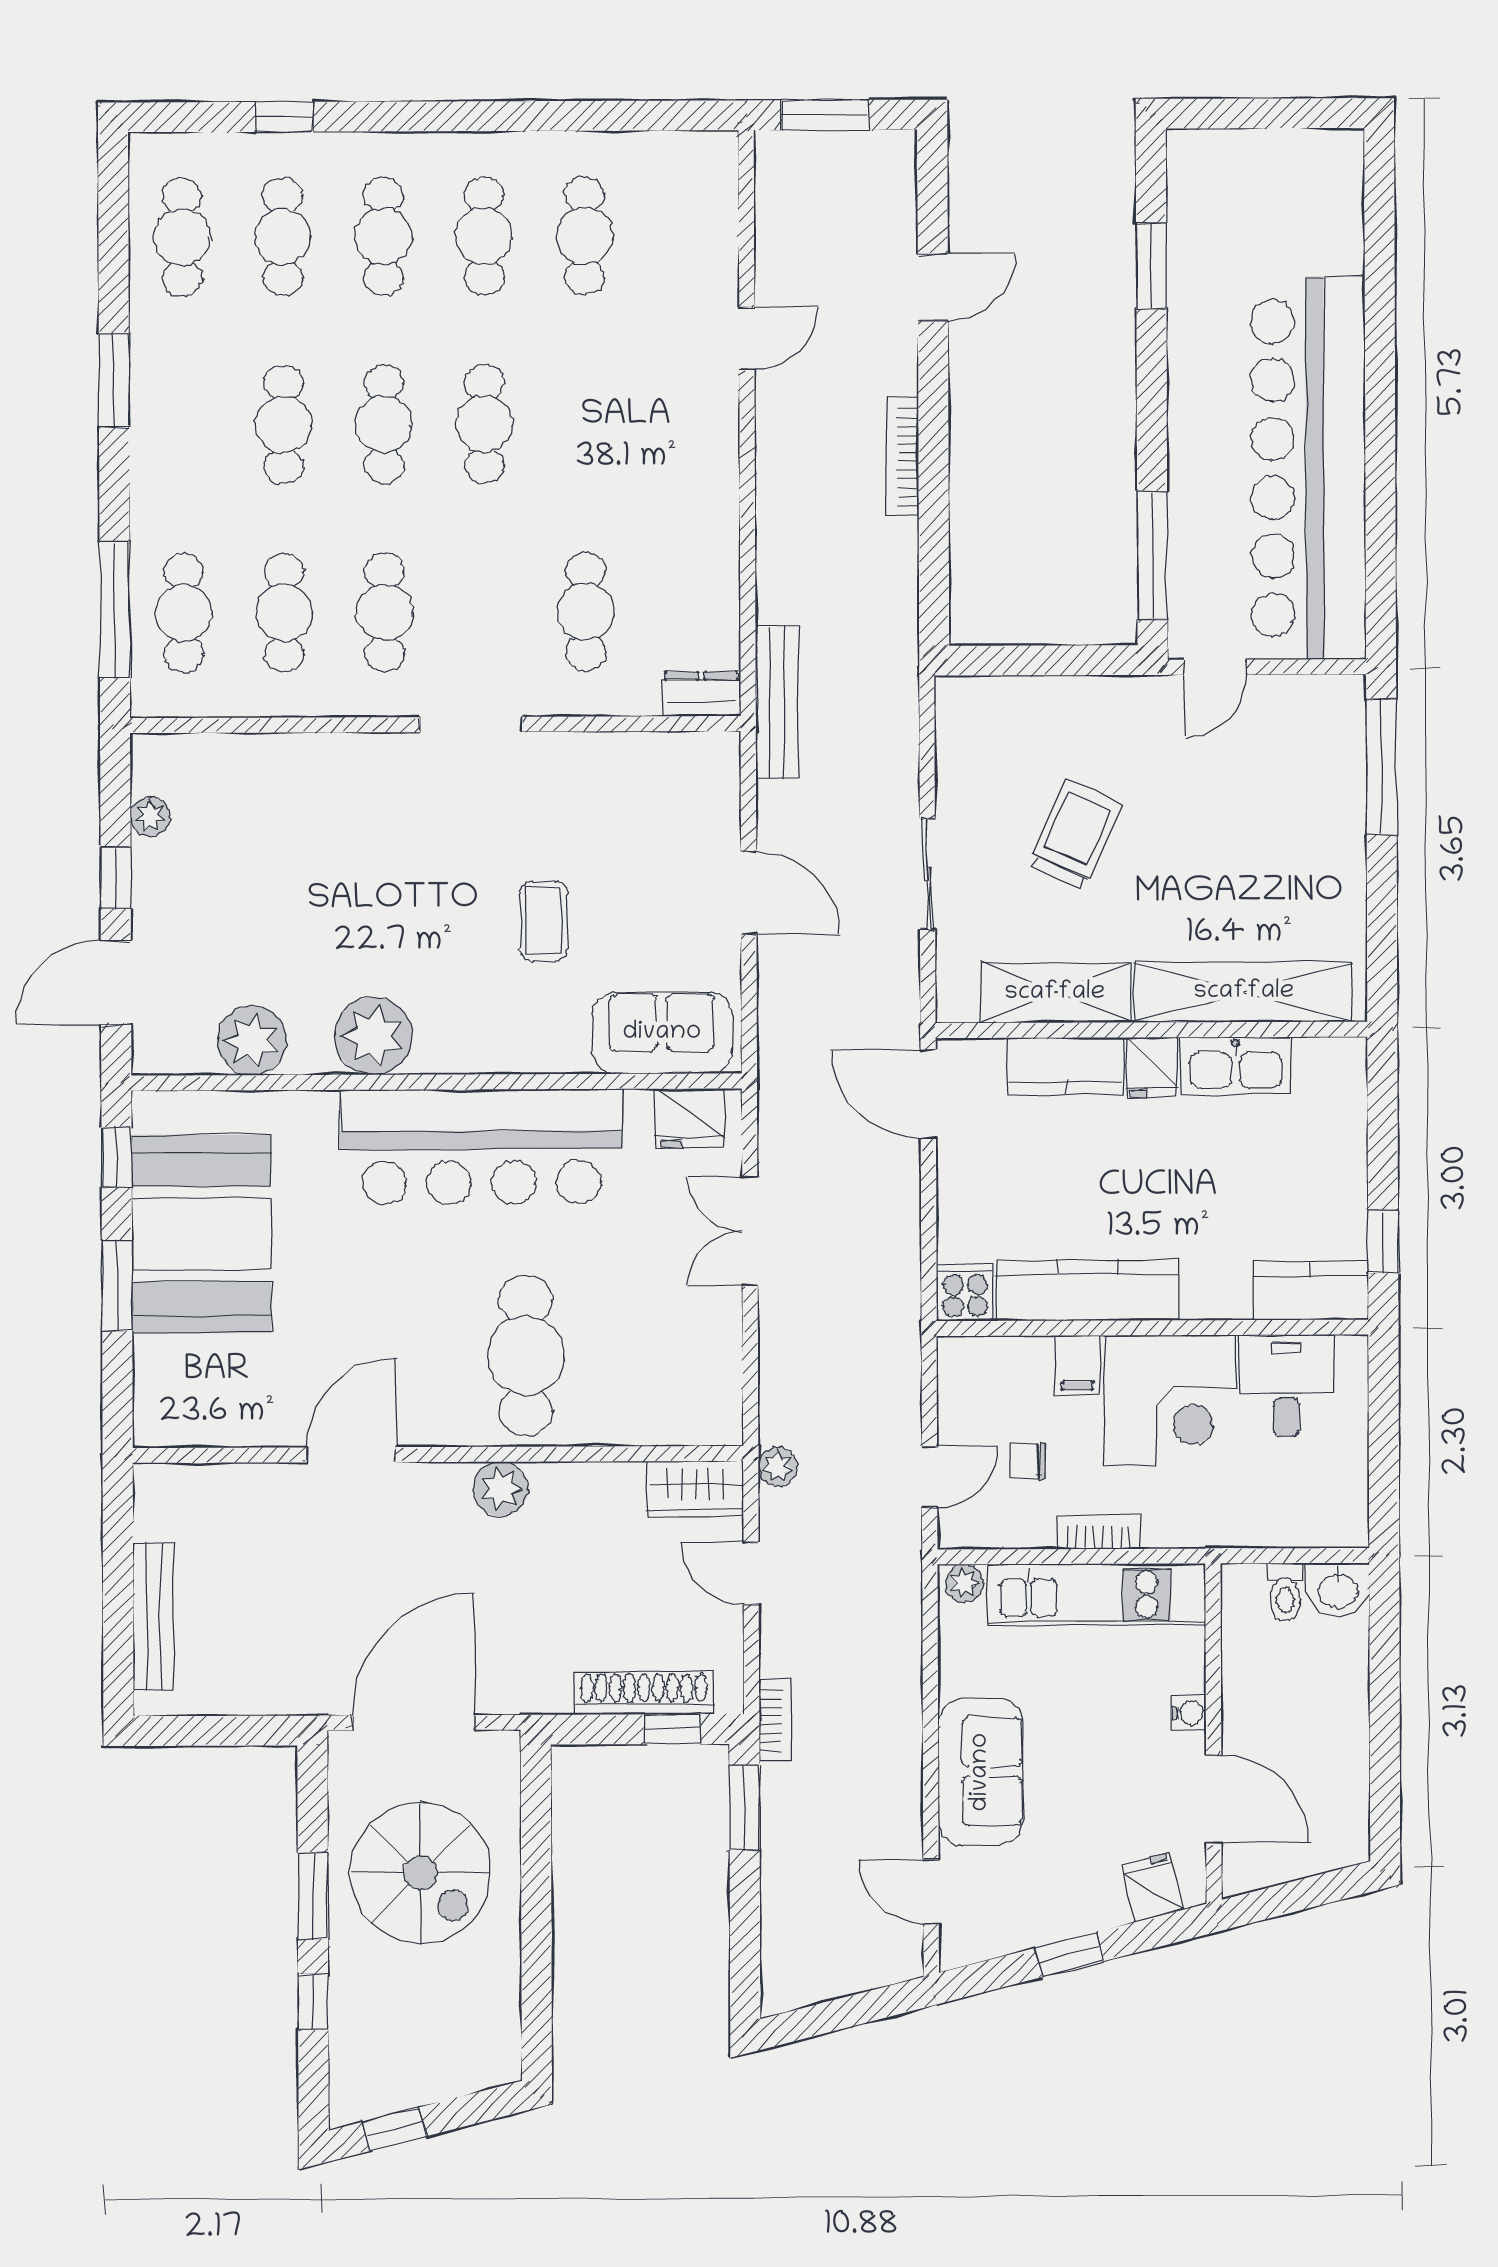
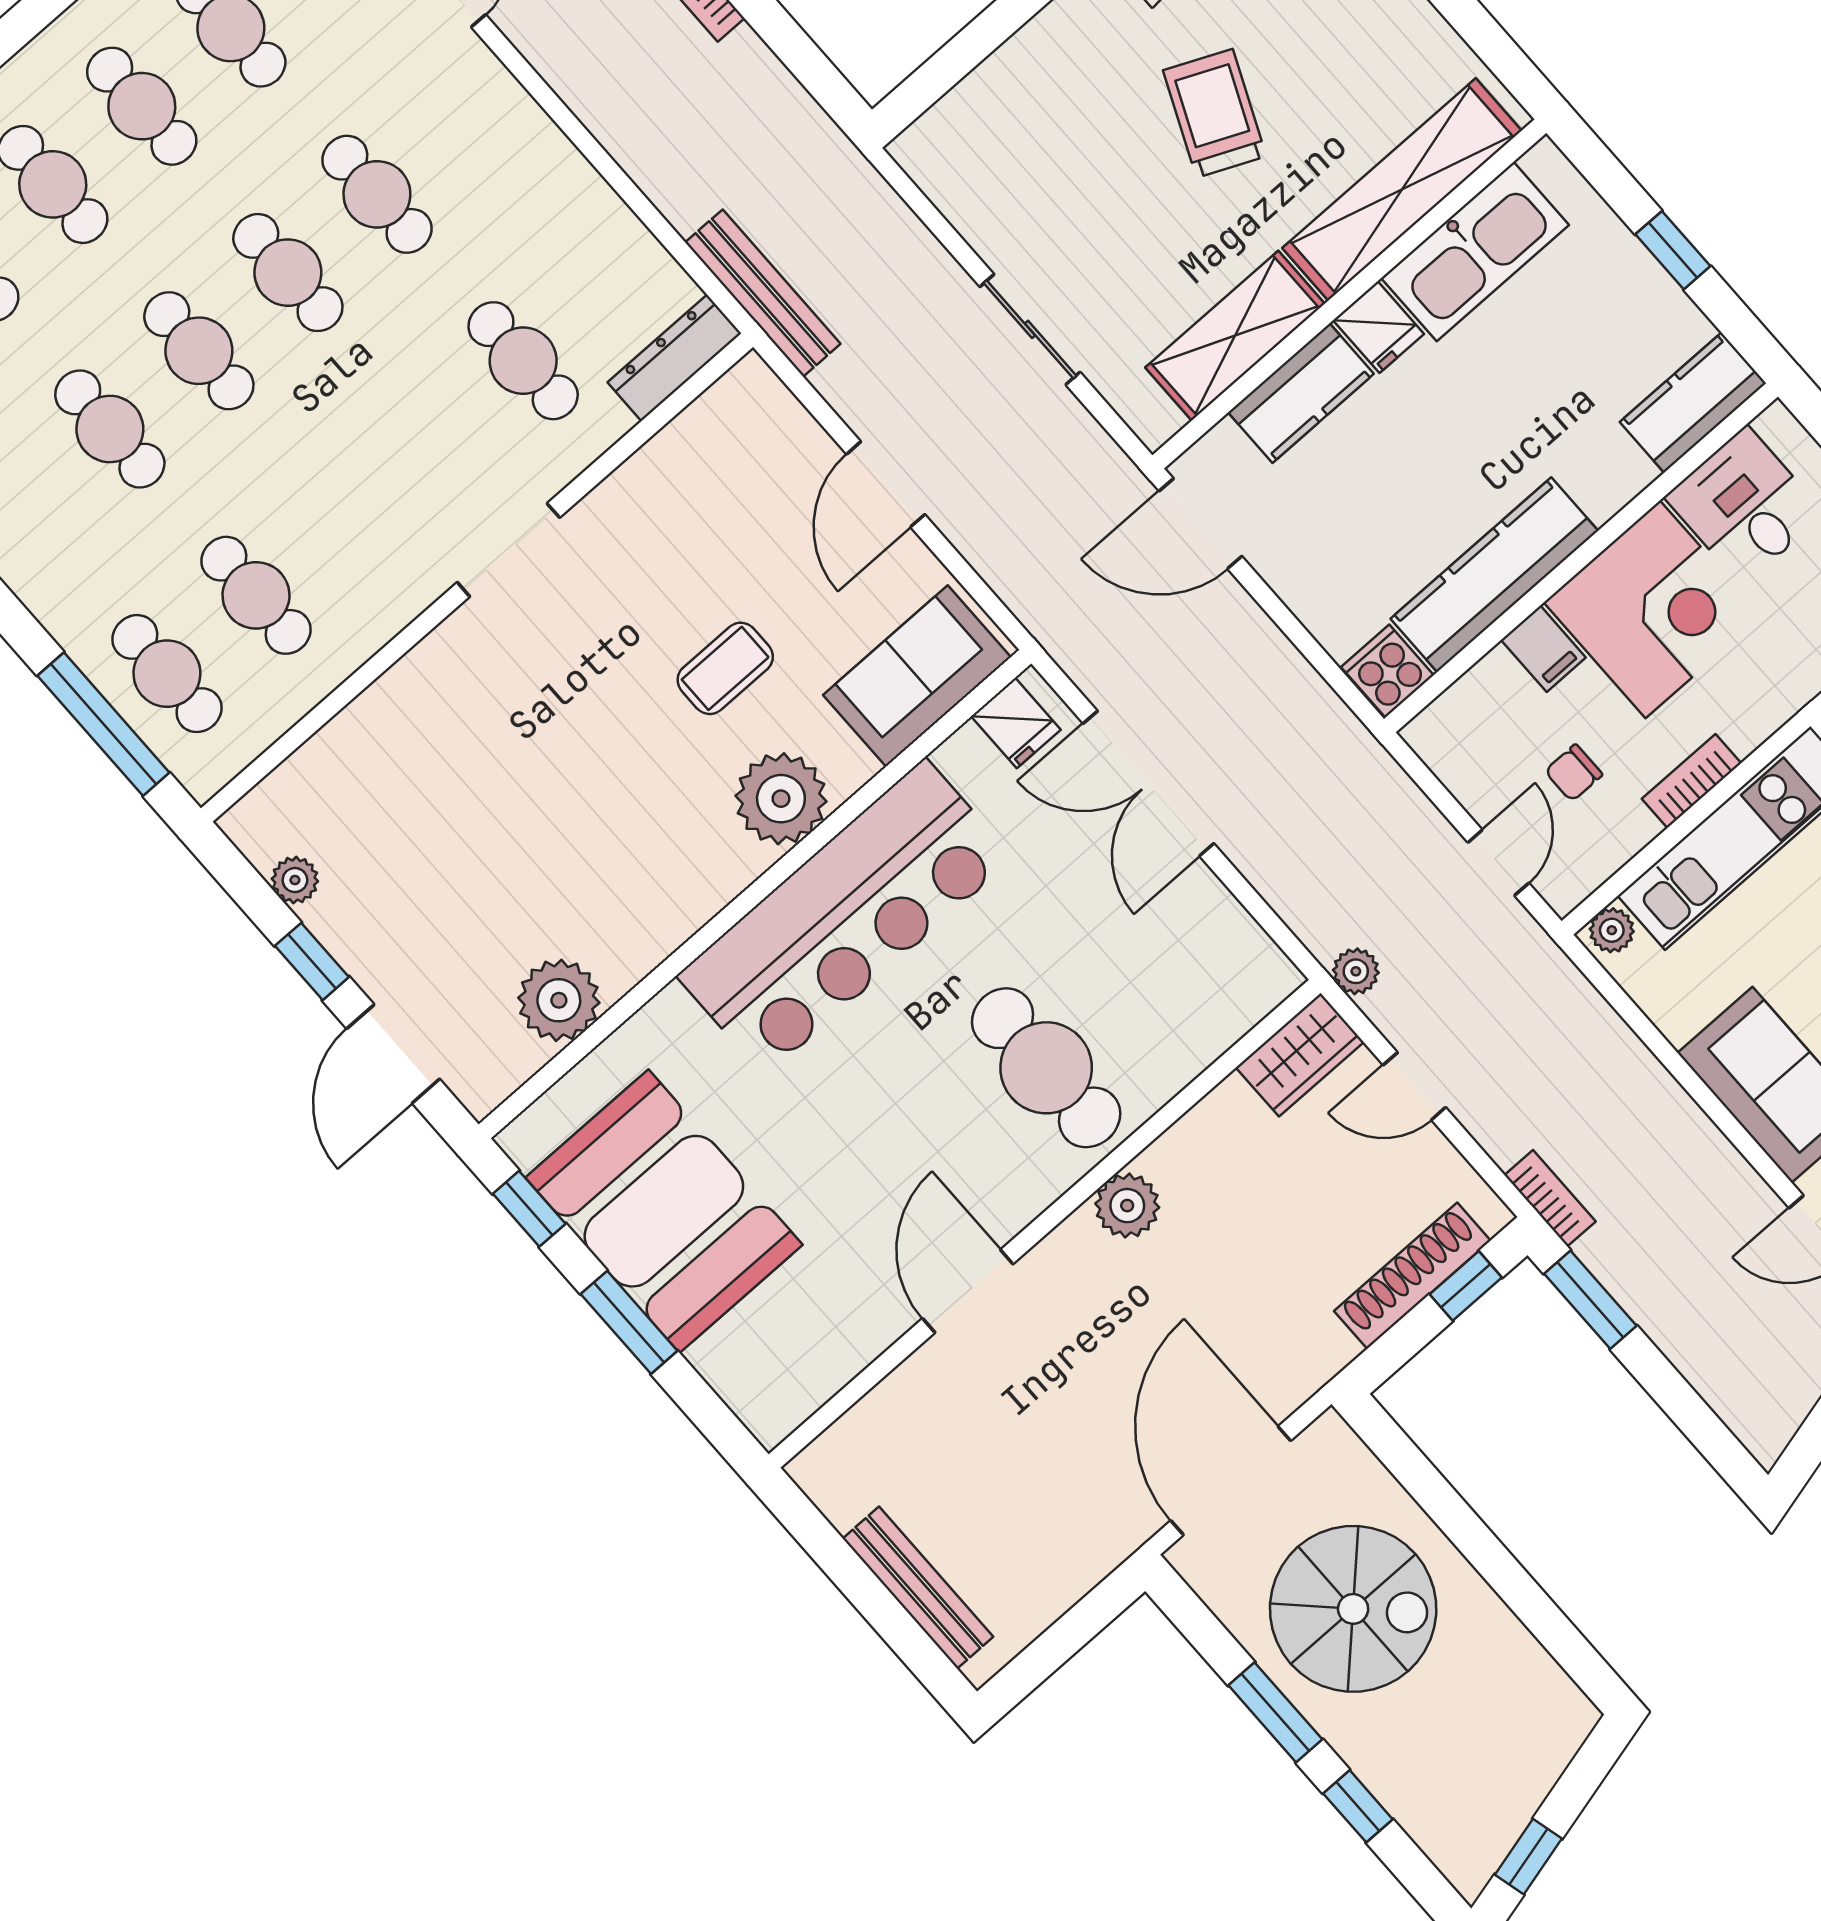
cafe table: (385, 612) -> (377, 194), moved
dresser: (701, 694) -> (674, 358), width x1.44
trolley: (1075, 835) -> (1215, 113), moved
door: (749, 893) -> (886, 484), swing flipped
coffee table: (543, 921) -> (725, 668), turned 90
plant: (373, 1036) -> (781, 799), moved
kitchen sink: (1236, 1066) -> (1475, 252), width x1.36, depth x1.24
fridge: (689, 1118) -> (1016, 723), width x0.72
double door: (750, 1231) -> (1149, 783), width x1.37
window: (1383, 1242) -> (1673, 250), moved

